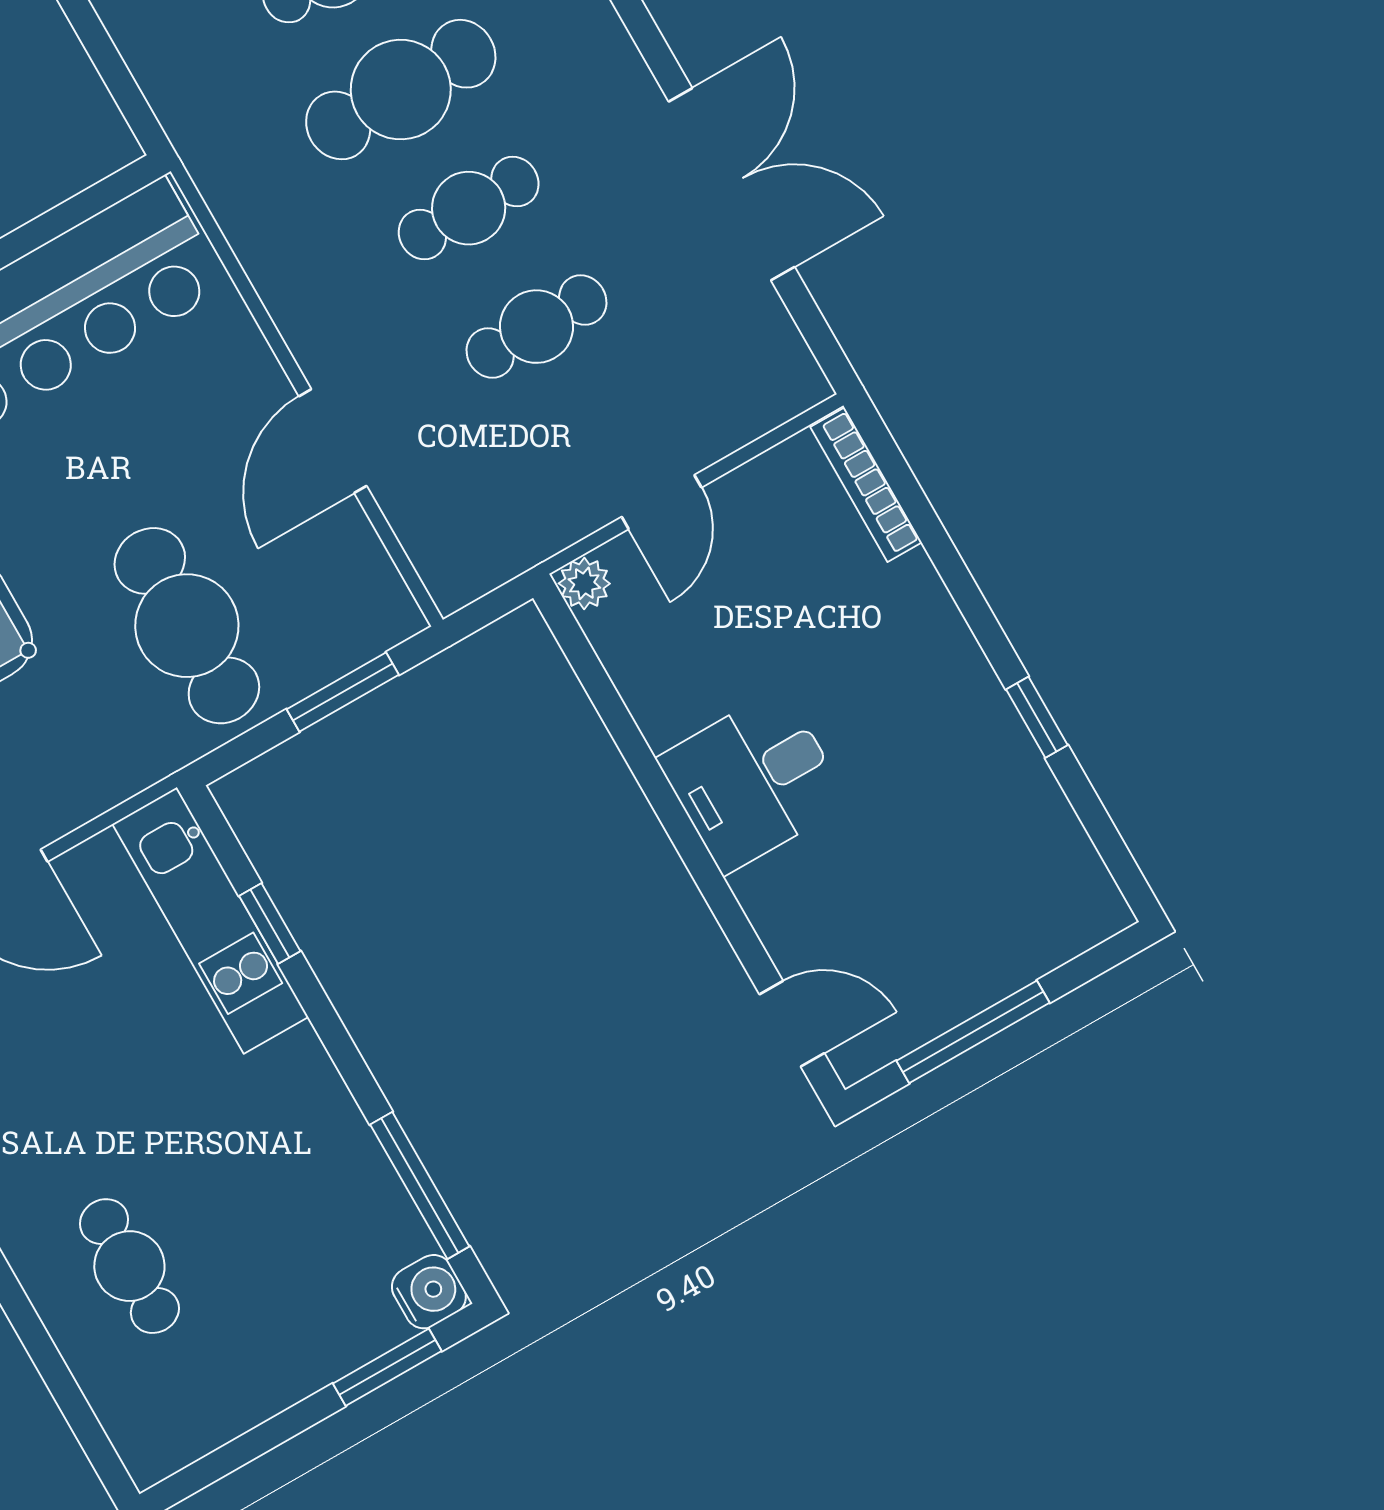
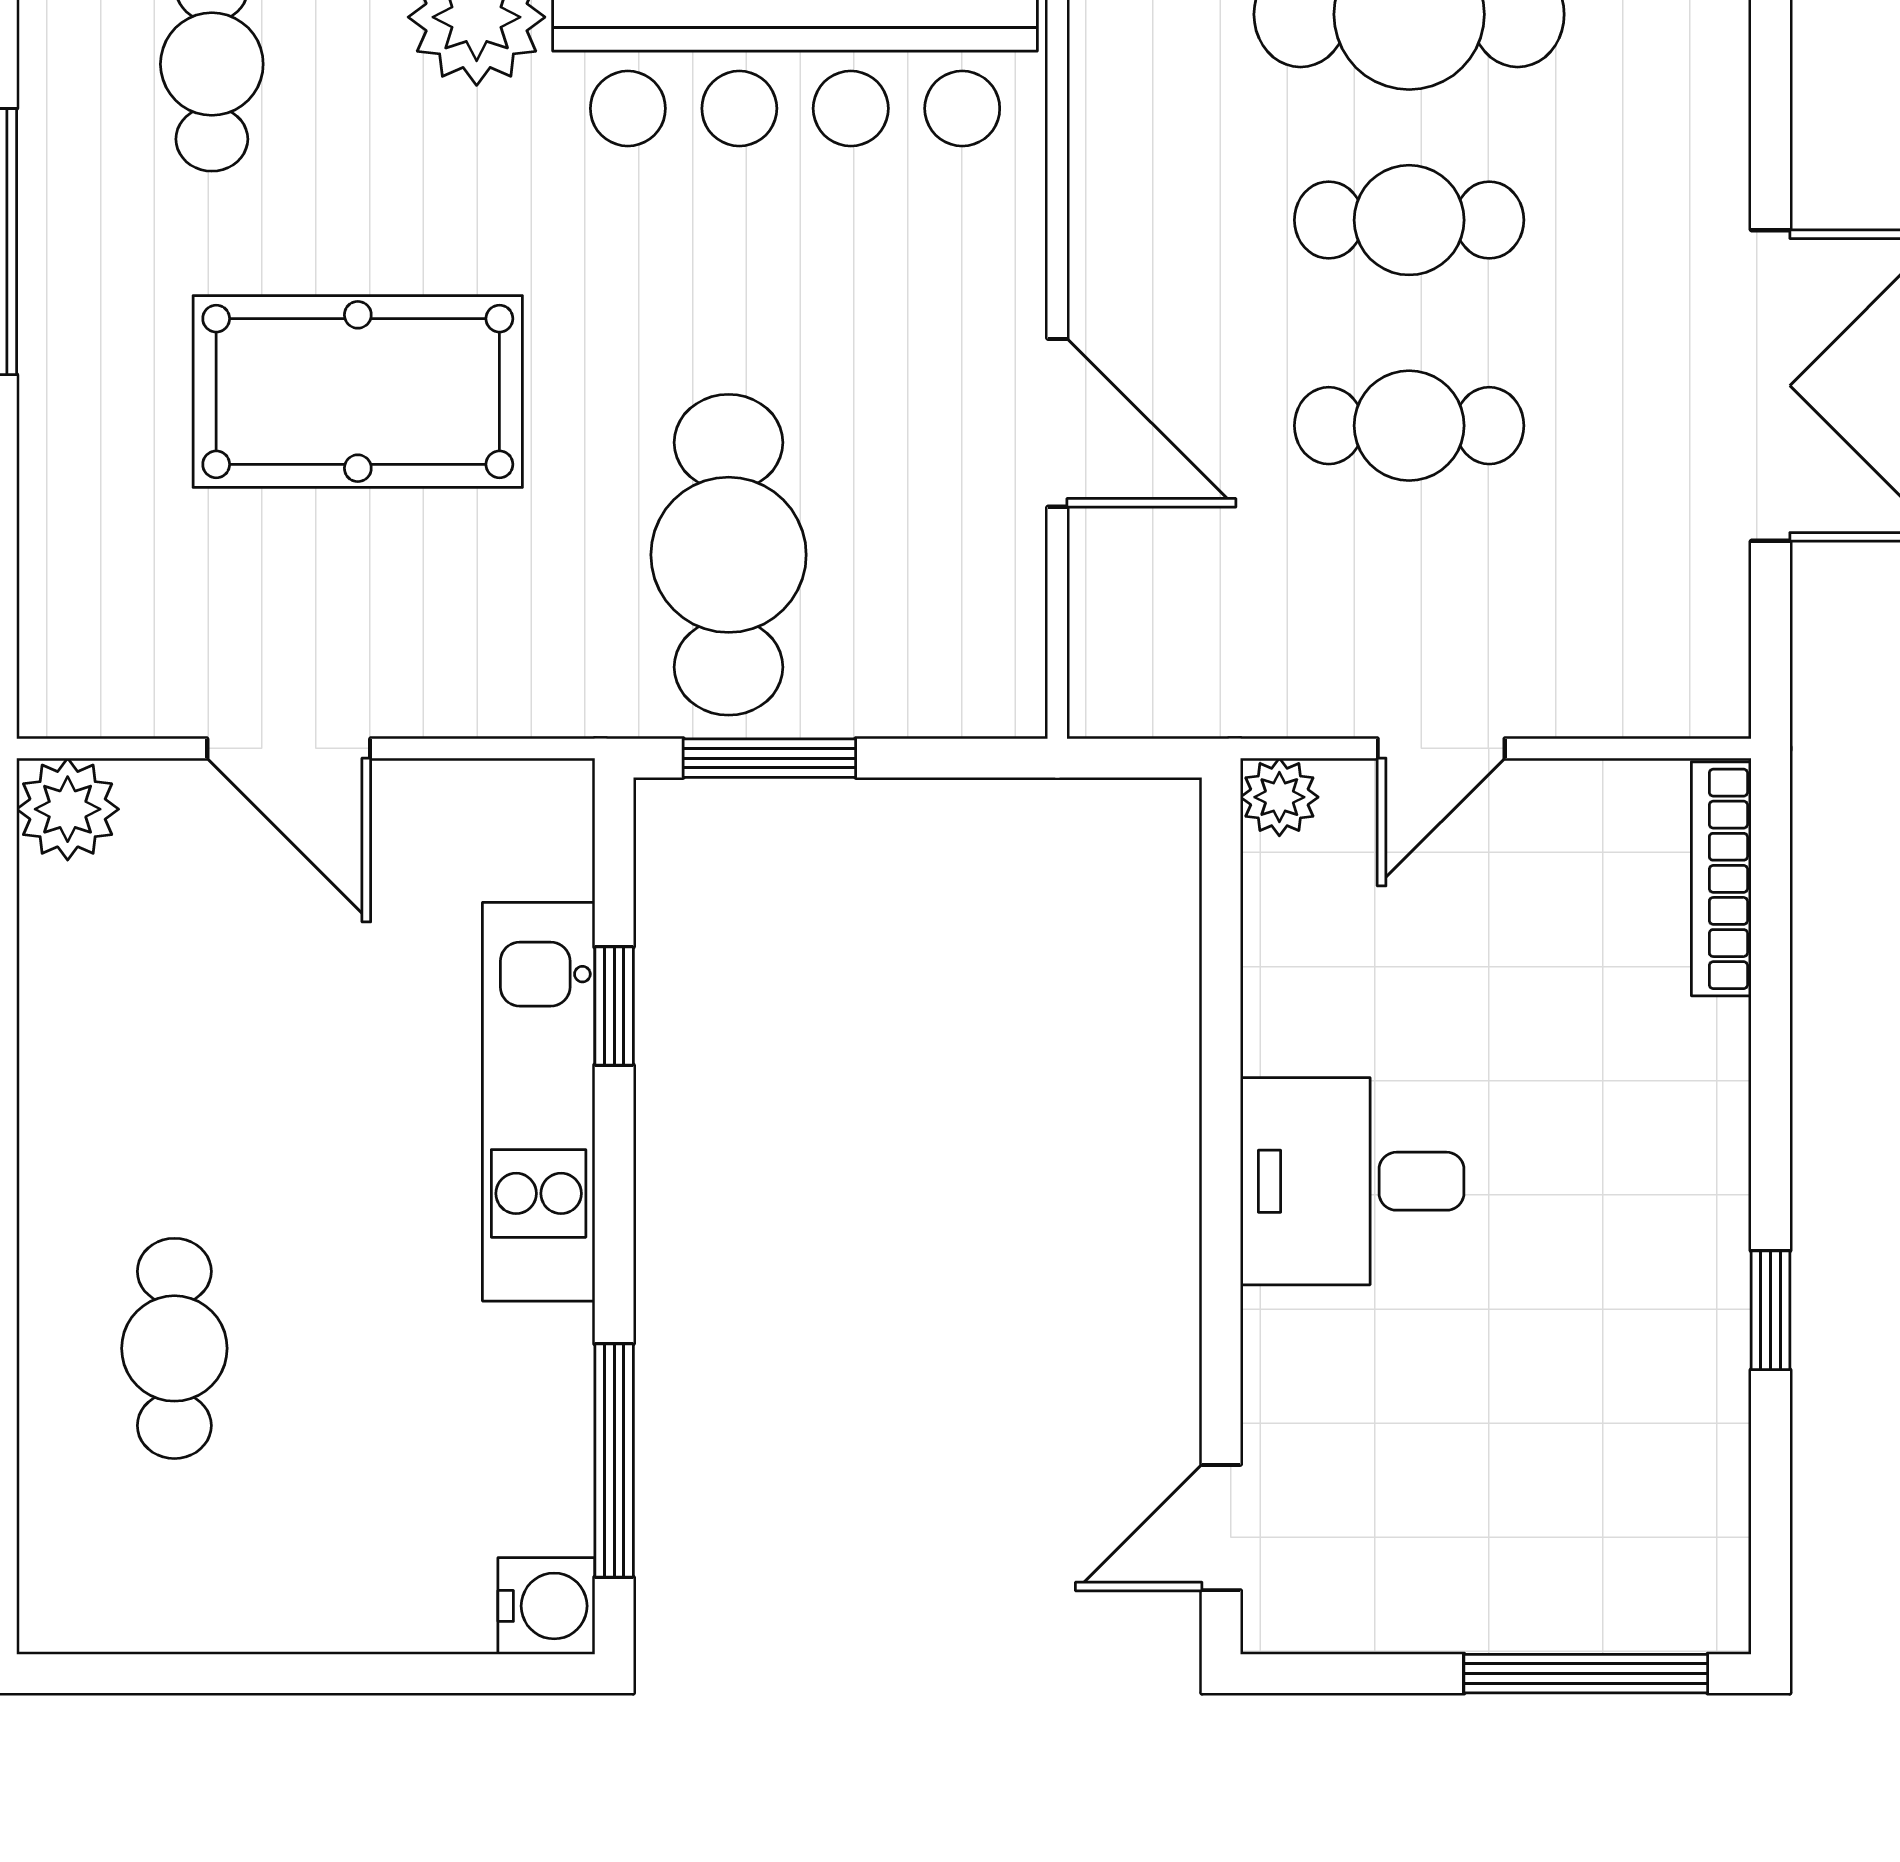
door: (333, 441) -> (1057, 423), swing flipped
window: (343, 692) -> (769, 758), moved
kitchen unit: (210, 920) -> (539, 1102), moved
door: (792, 1024) -> (1221, 1528), swing flipped
window: (973, 1032) -> (1586, 1674), moved
window: (387, 1367) -> (436, 1674), removed

